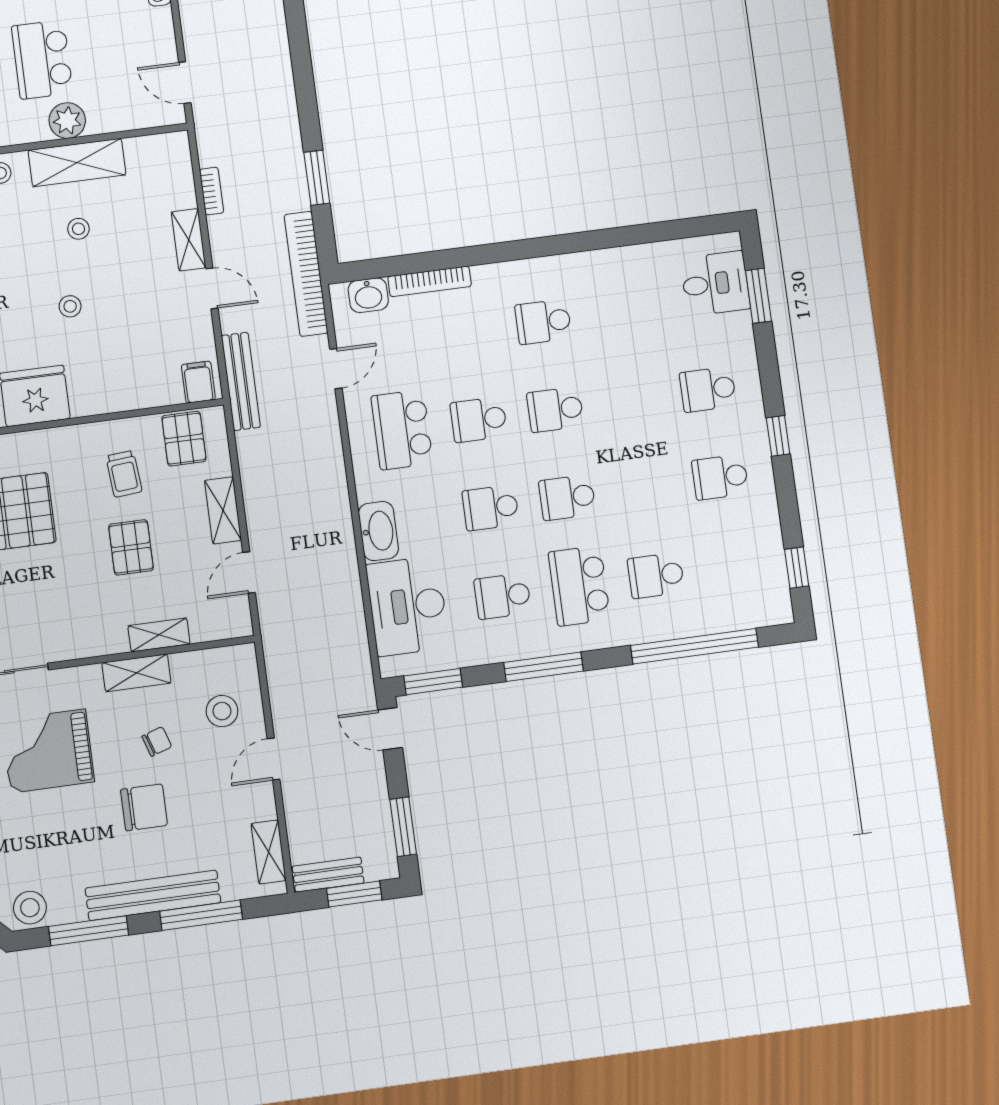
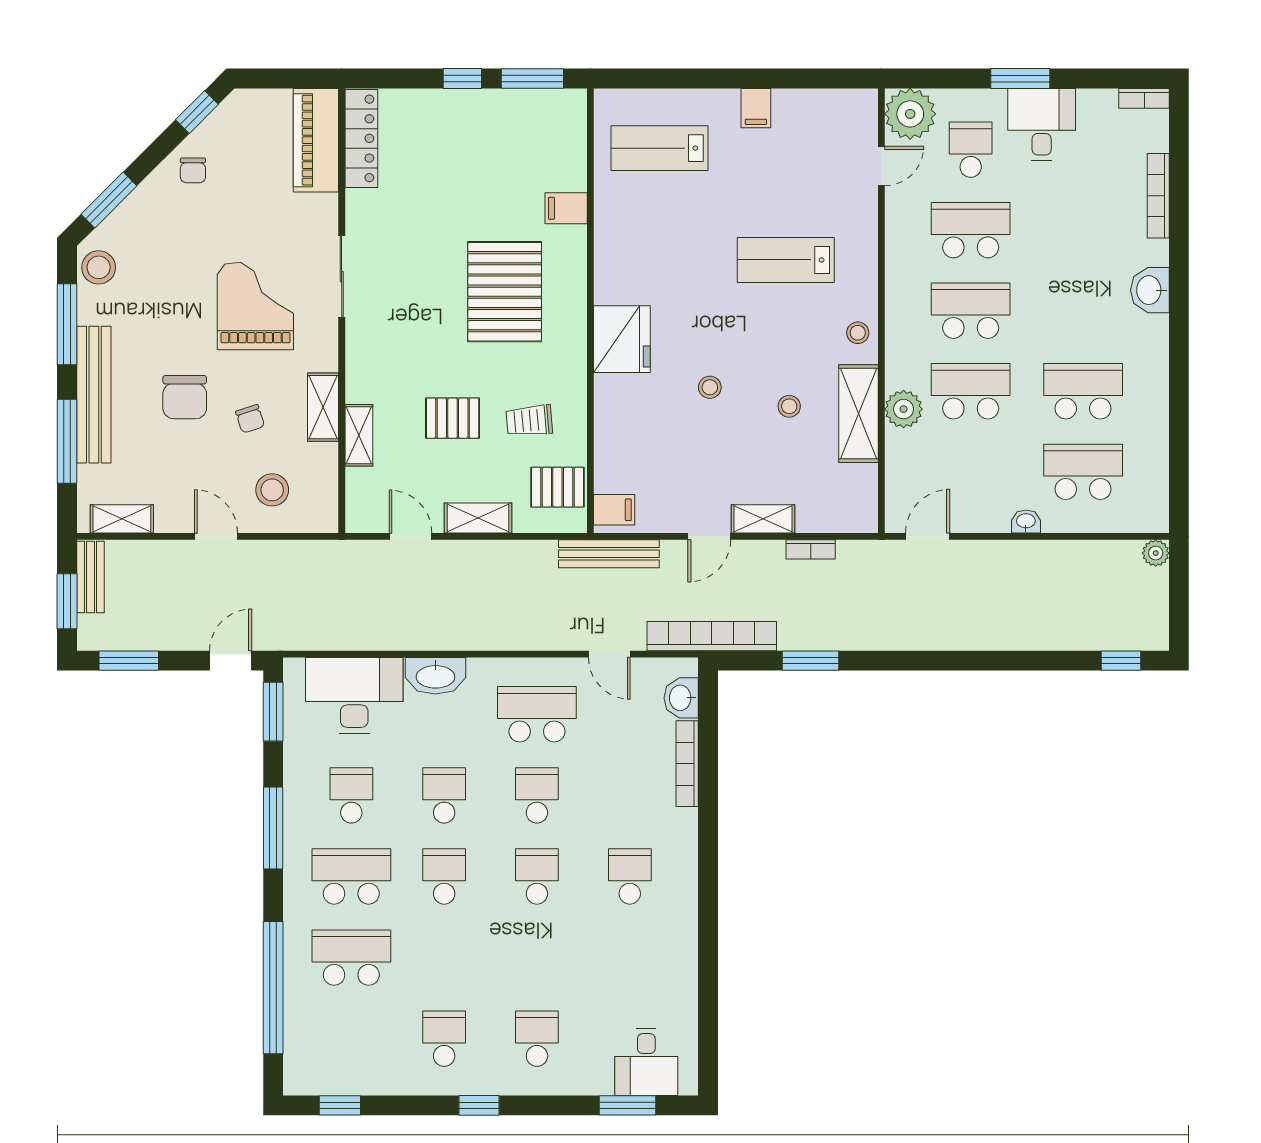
school desk: (656, 576) -> (351, 958), width x1.85

